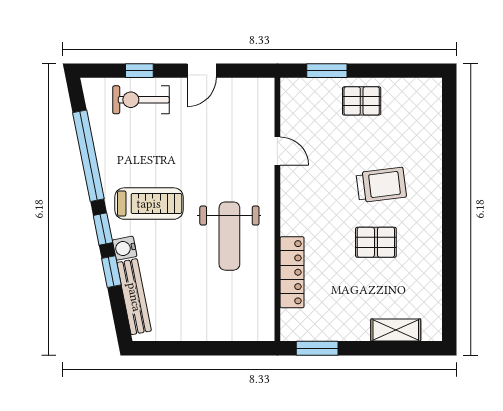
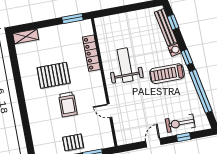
exercise bike: (141, 100) -> (180, 123), turned 180
trolley: (381, 185) -> (68, 104), moved, turned -83
pallet: (376, 242) -> (54, 75), width x1.50, depth x1.42
window: (111, 272) -> (173, 22), moved
shelving: (396, 330) -> (26, 36), moved

